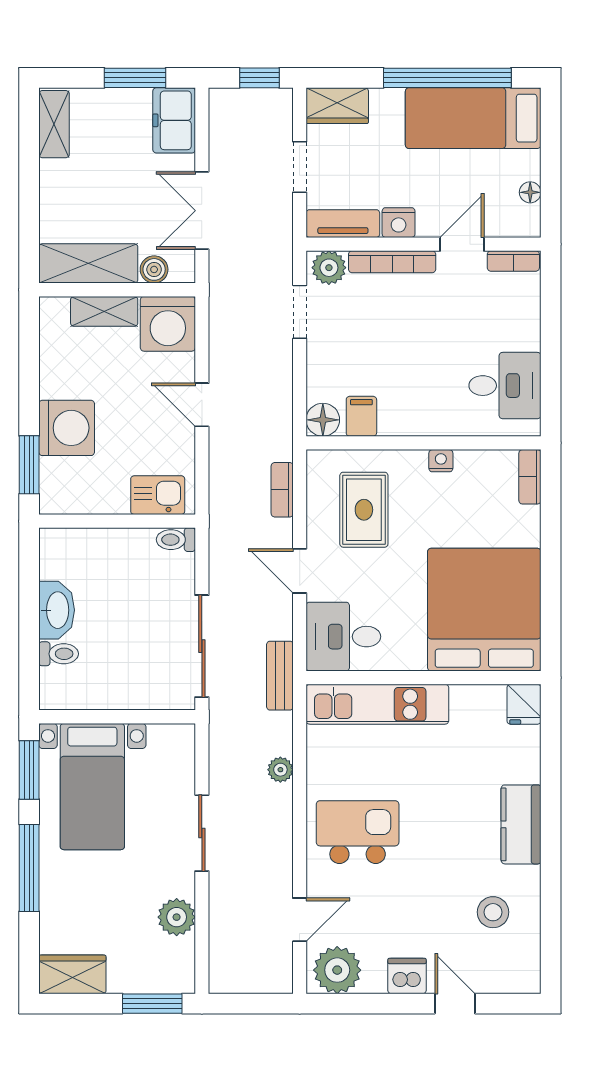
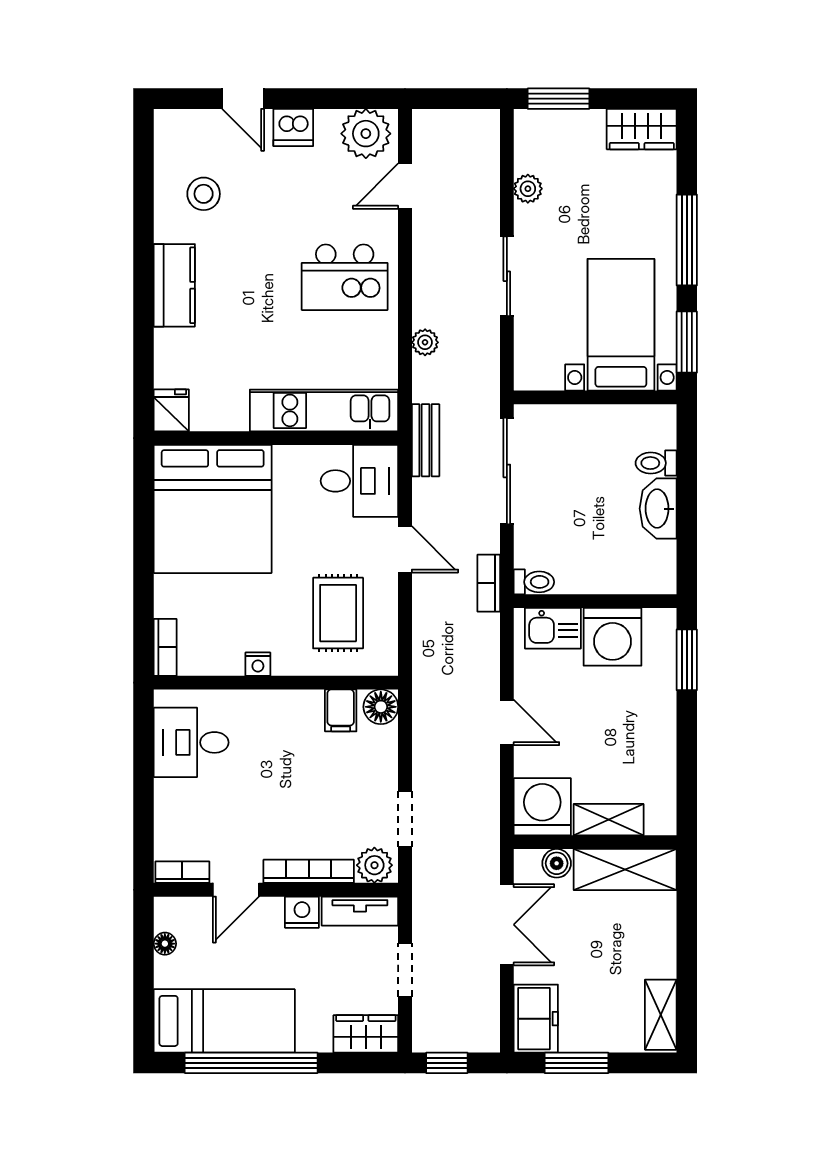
washing machine: (67, 428) -> (613, 637), moved, turned -90
bookcase: (282, 490) -> (489, 583), moved, turned 180
plant: (177, 917) -> (528, 189), width x0.73, depth x0.73

